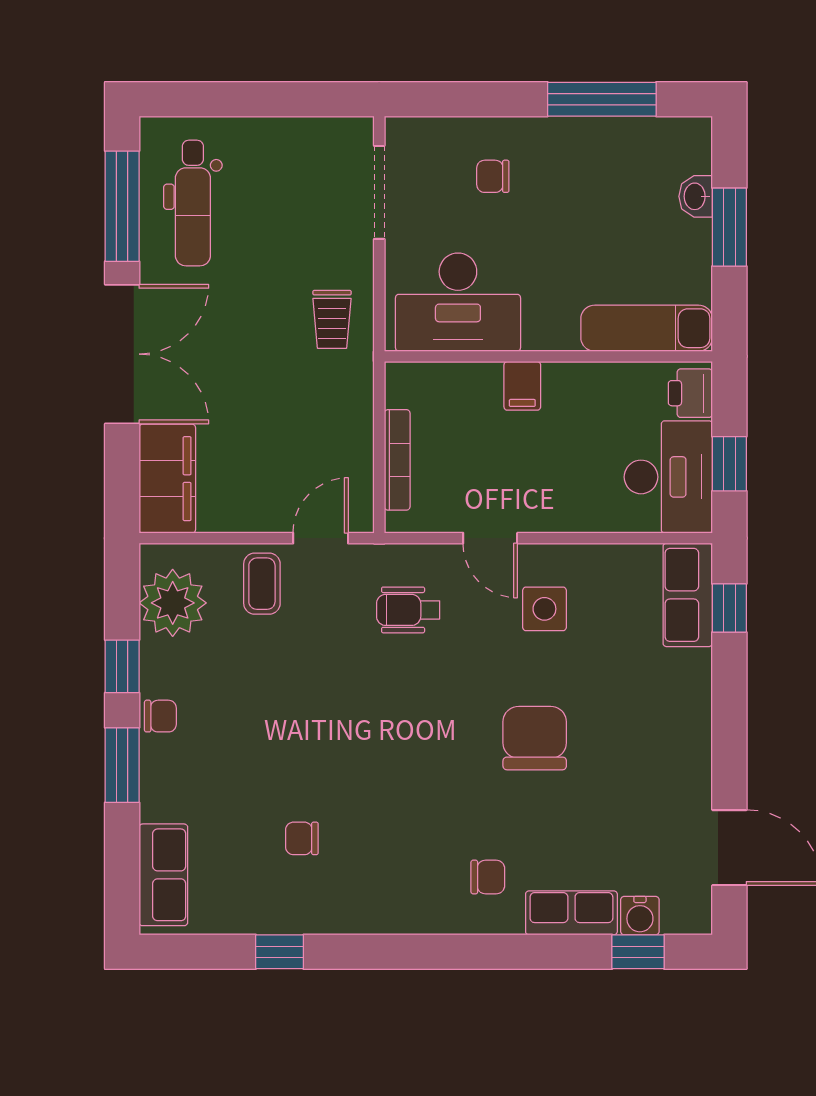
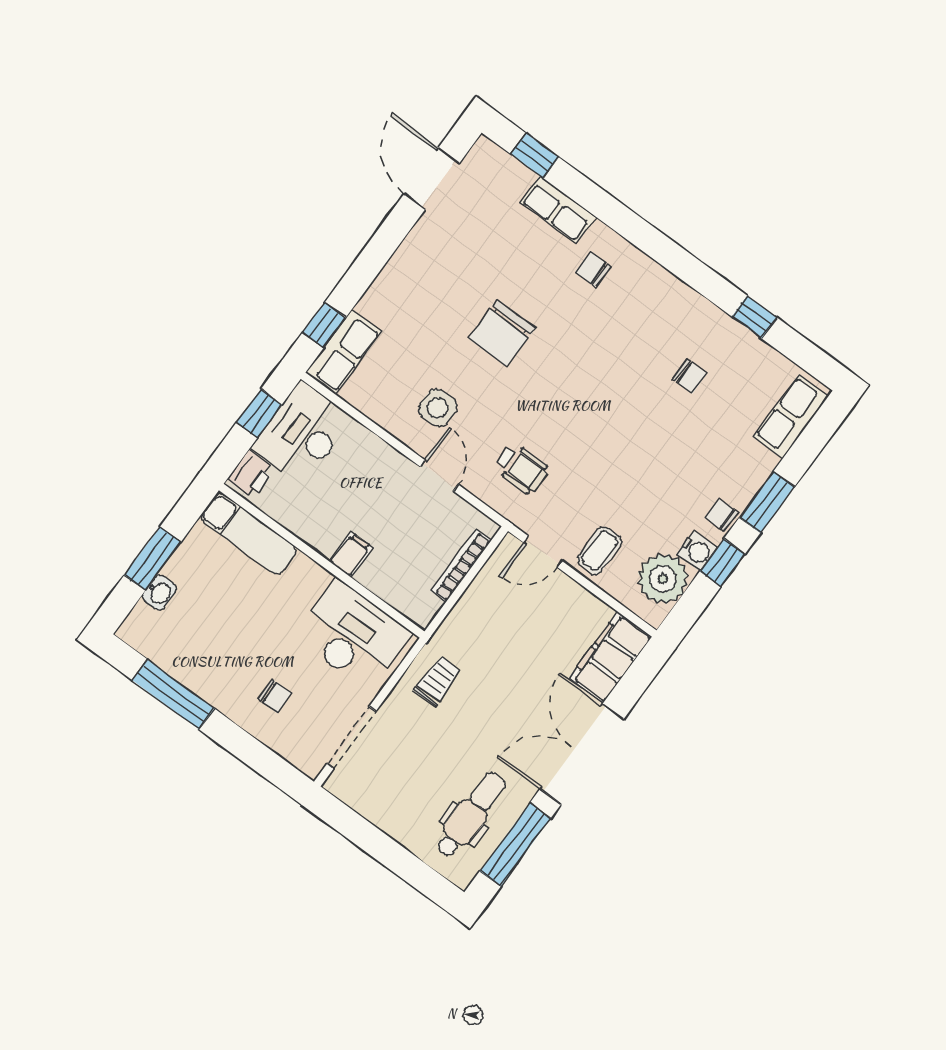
water cooler: (640, 916) -> (697, 551), moved, turned 90

